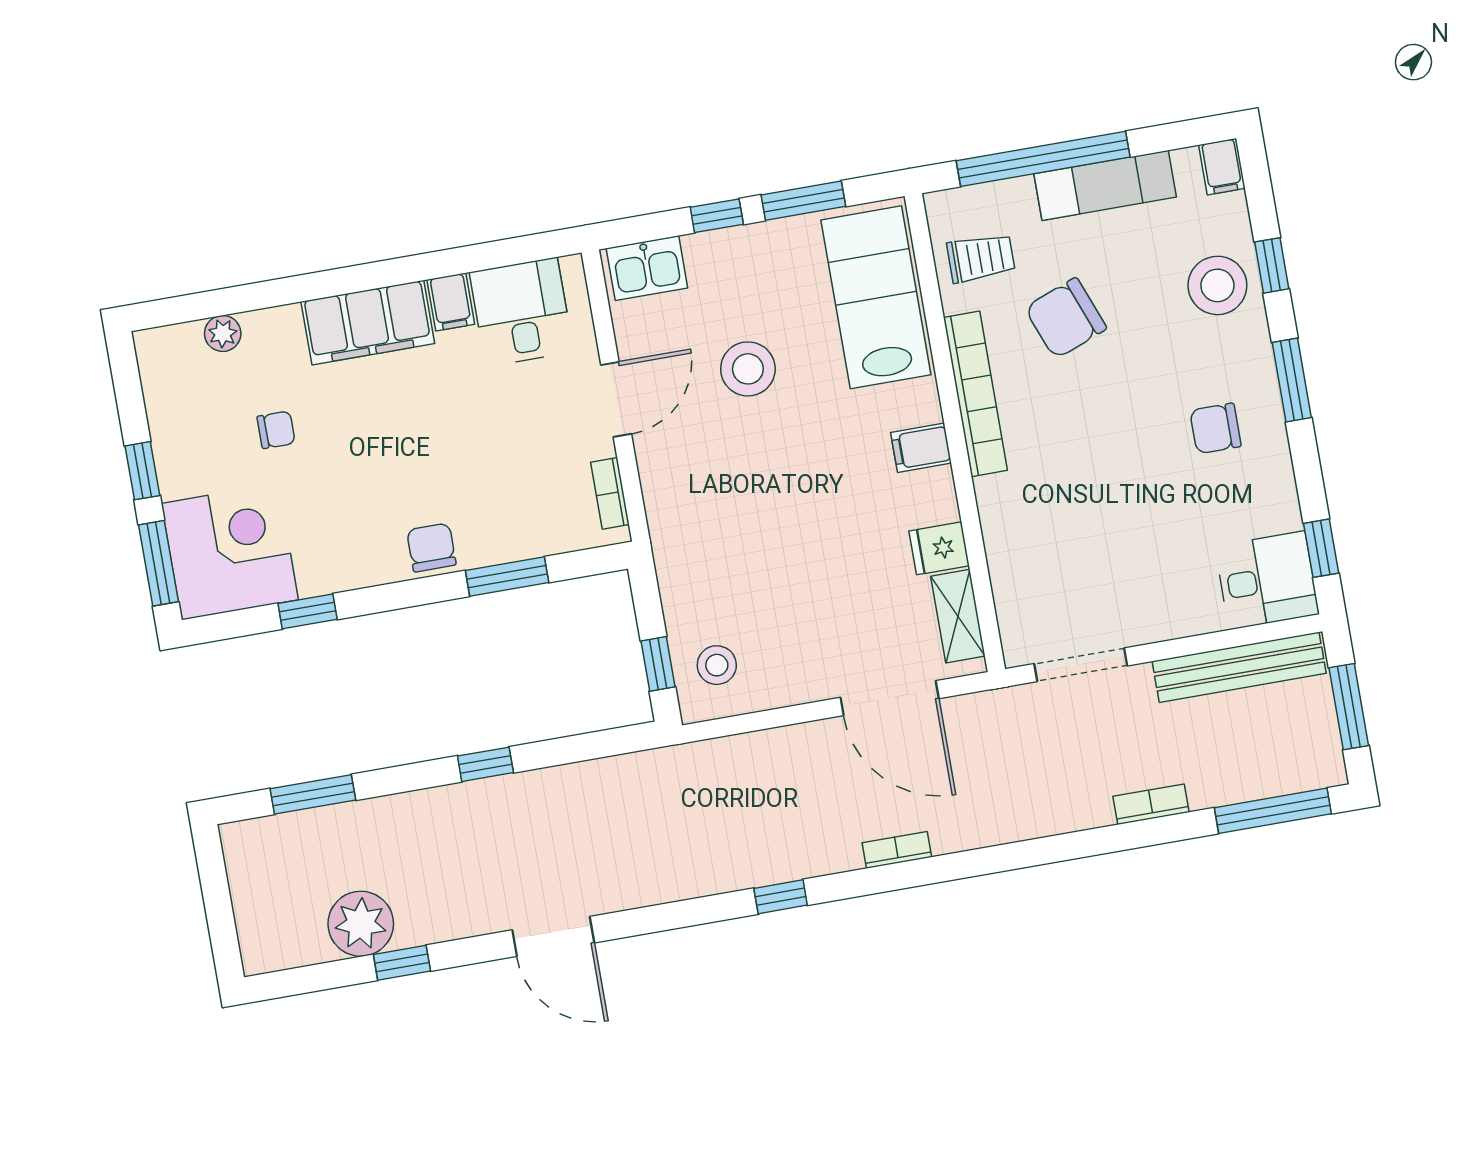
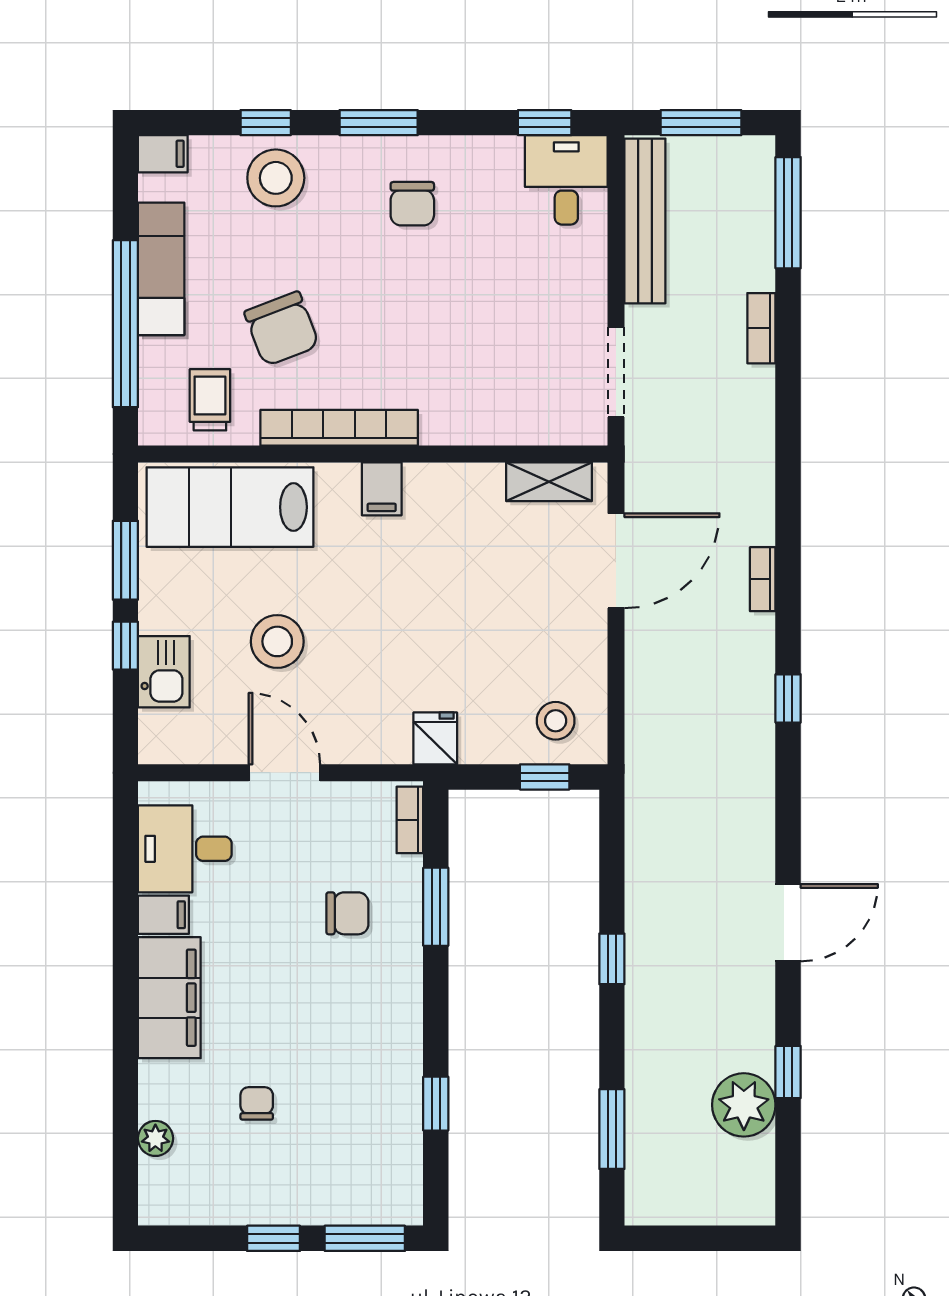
kitchen sink: (647, 268) -> (164, 672), moved
bookcase: (610, 493) -> (410, 820), moved, turned 90
chair: (431, 547) -> (347, 913), moved, turned 180
fridge: (939, 548) -> (435, 738), moved, turned 180
corner desk: (230, 552) -> (365, 1168), removed

